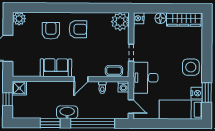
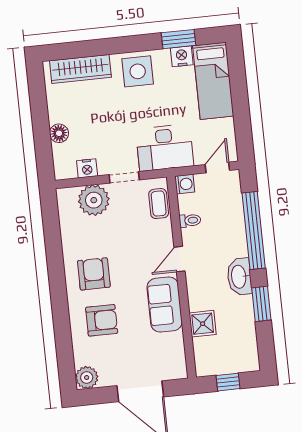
nightstand: (139, 18) -> (87, 168), moved
wardrobe: (184, 20) -> (80, 69), moved, turned 90
plant: (120, 22) -> (94, 200), moved
armchair: (51, 31) -> (102, 320), turned 180
door: (81, 79) -> (179, 259), swing flipped
shower: (19, 88) -> (203, 324), moved

